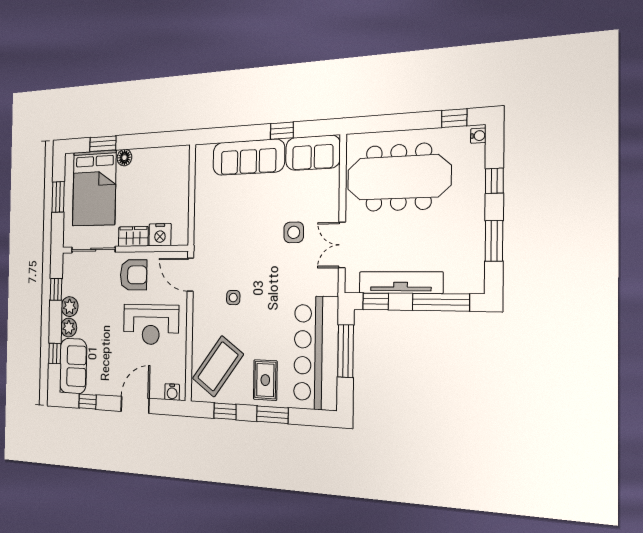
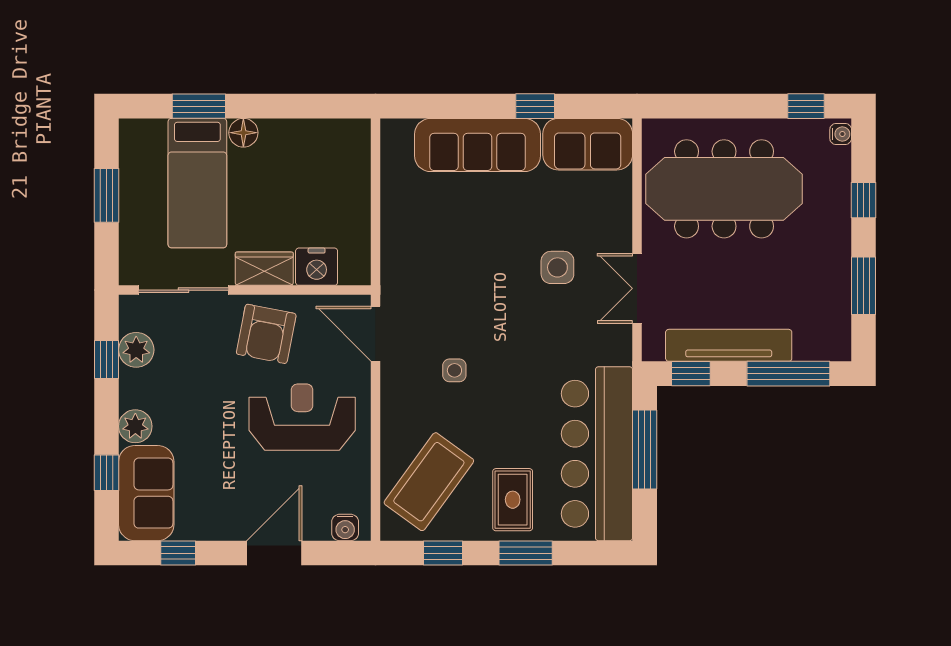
bed: (94, 188) -> (197, 183), width x0.67
armchair: (133, 275) -> (266, 334), turned 101
plant: (70, 307) -> (136, 350), moved
reception desk: (151, 324) -> (302, 417), turned 180

